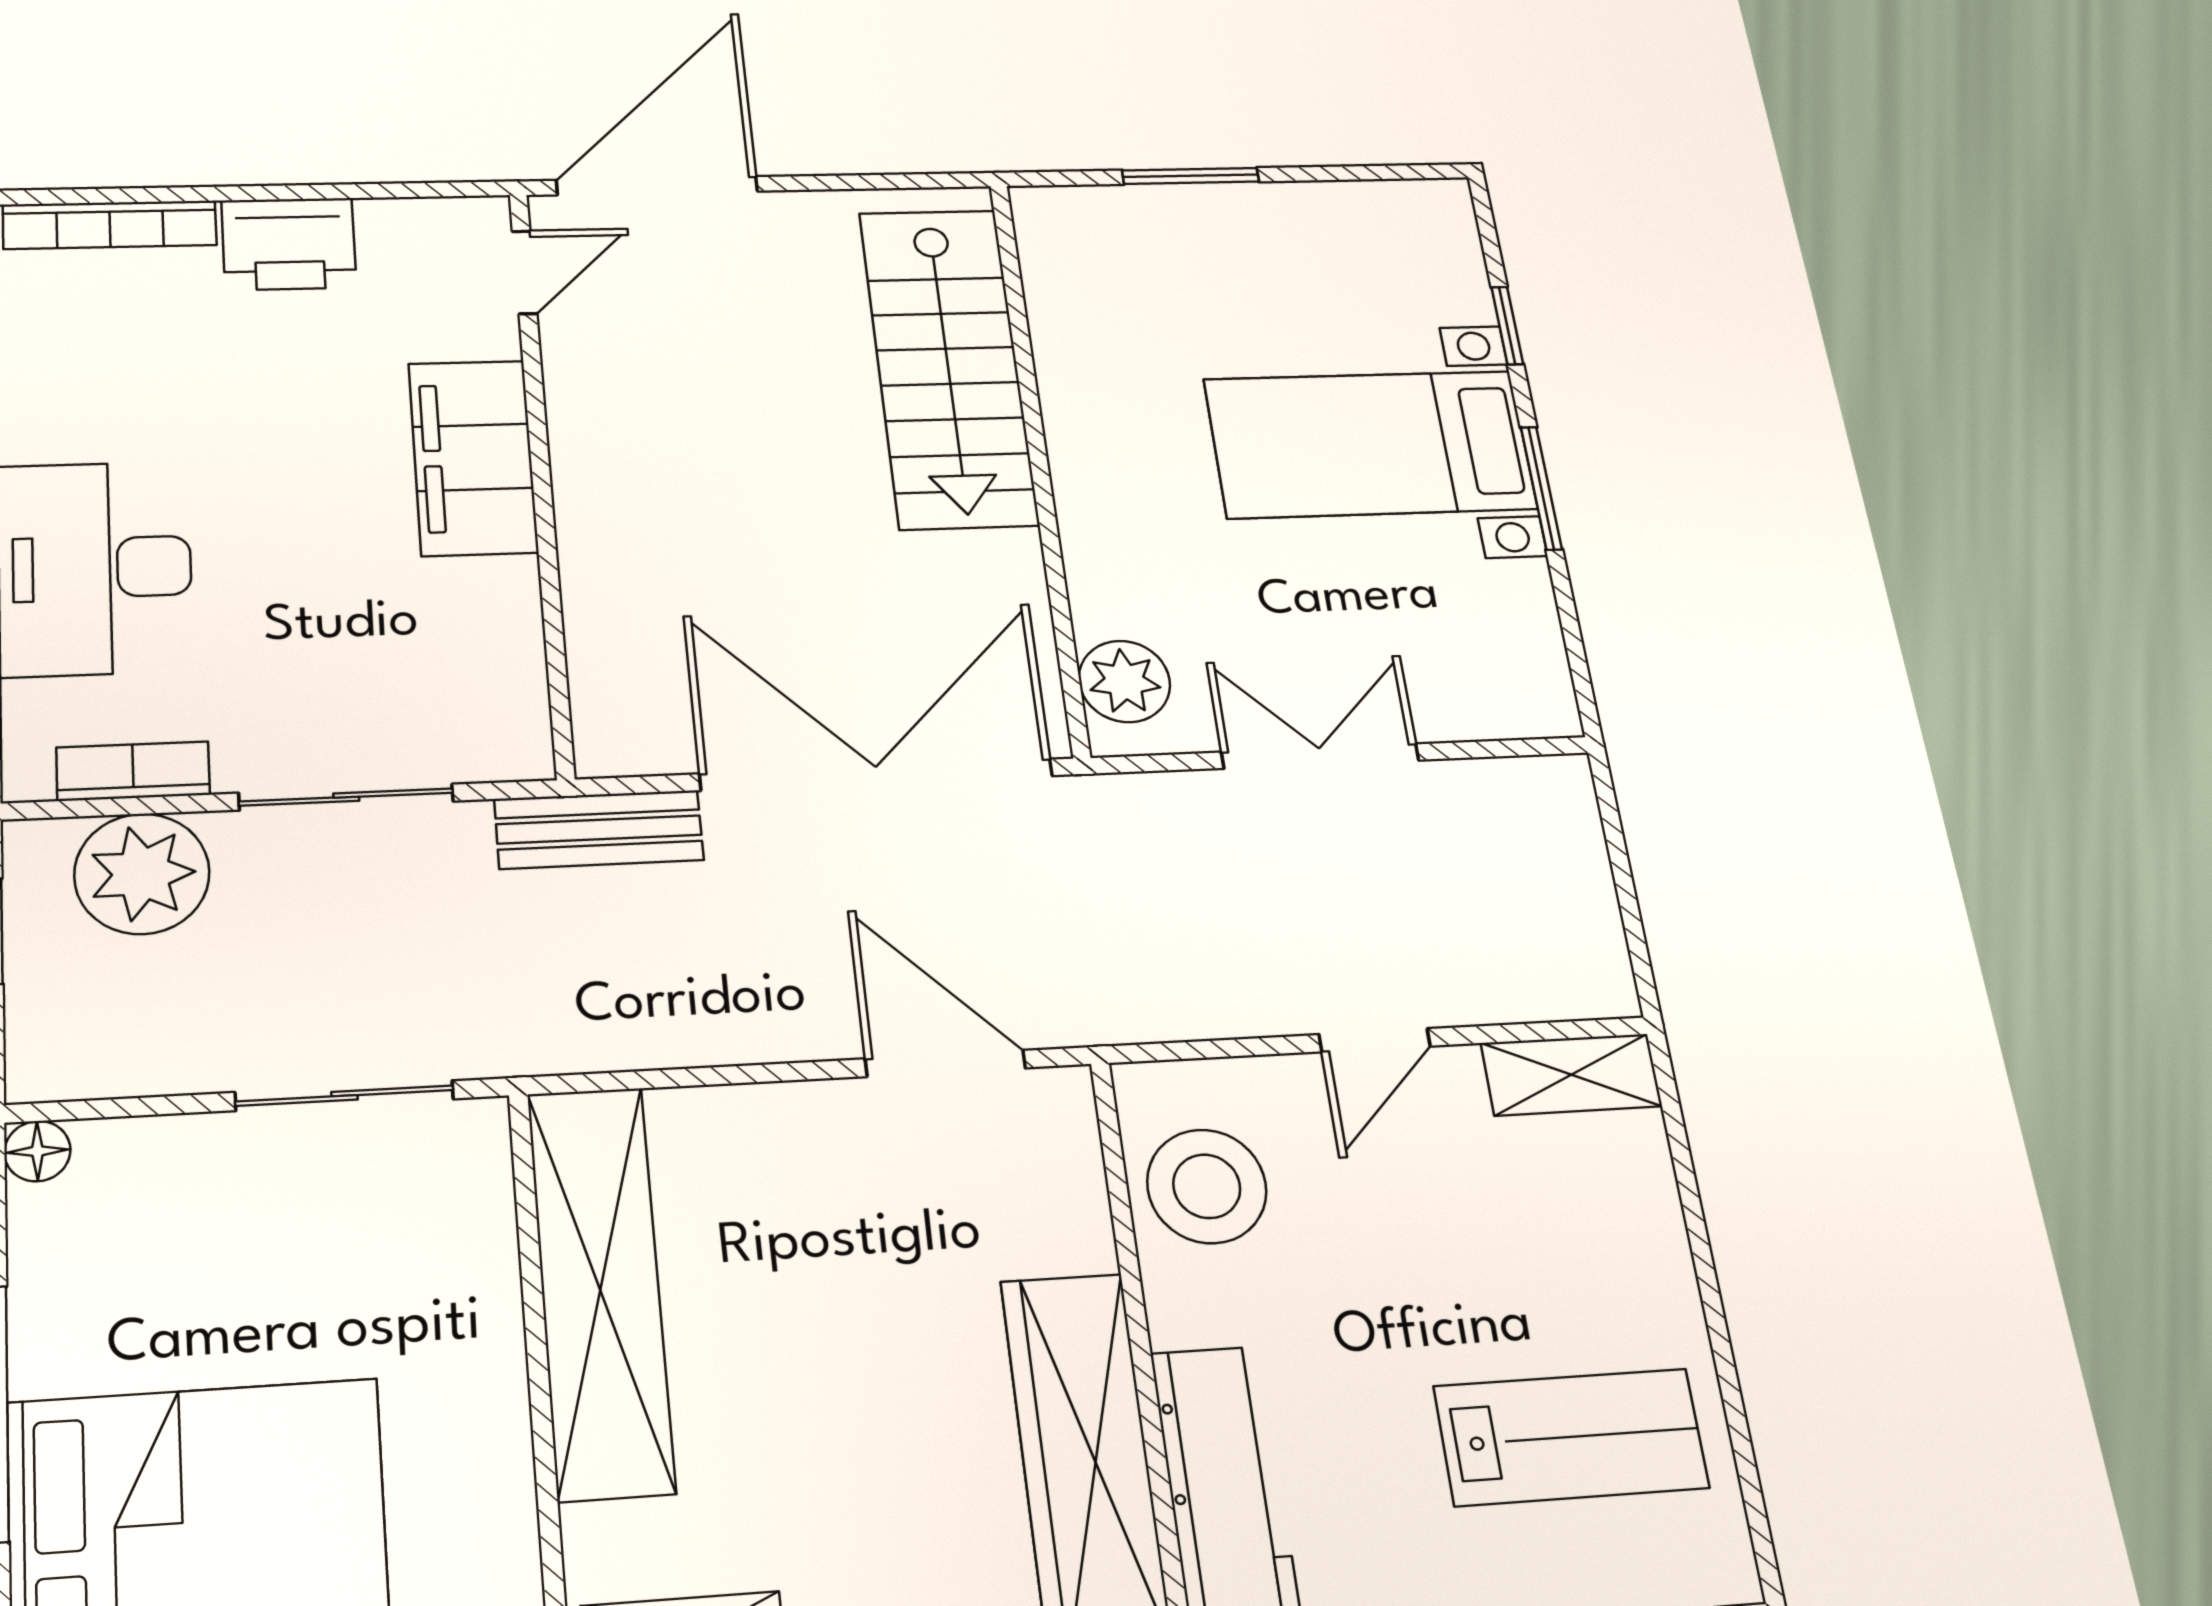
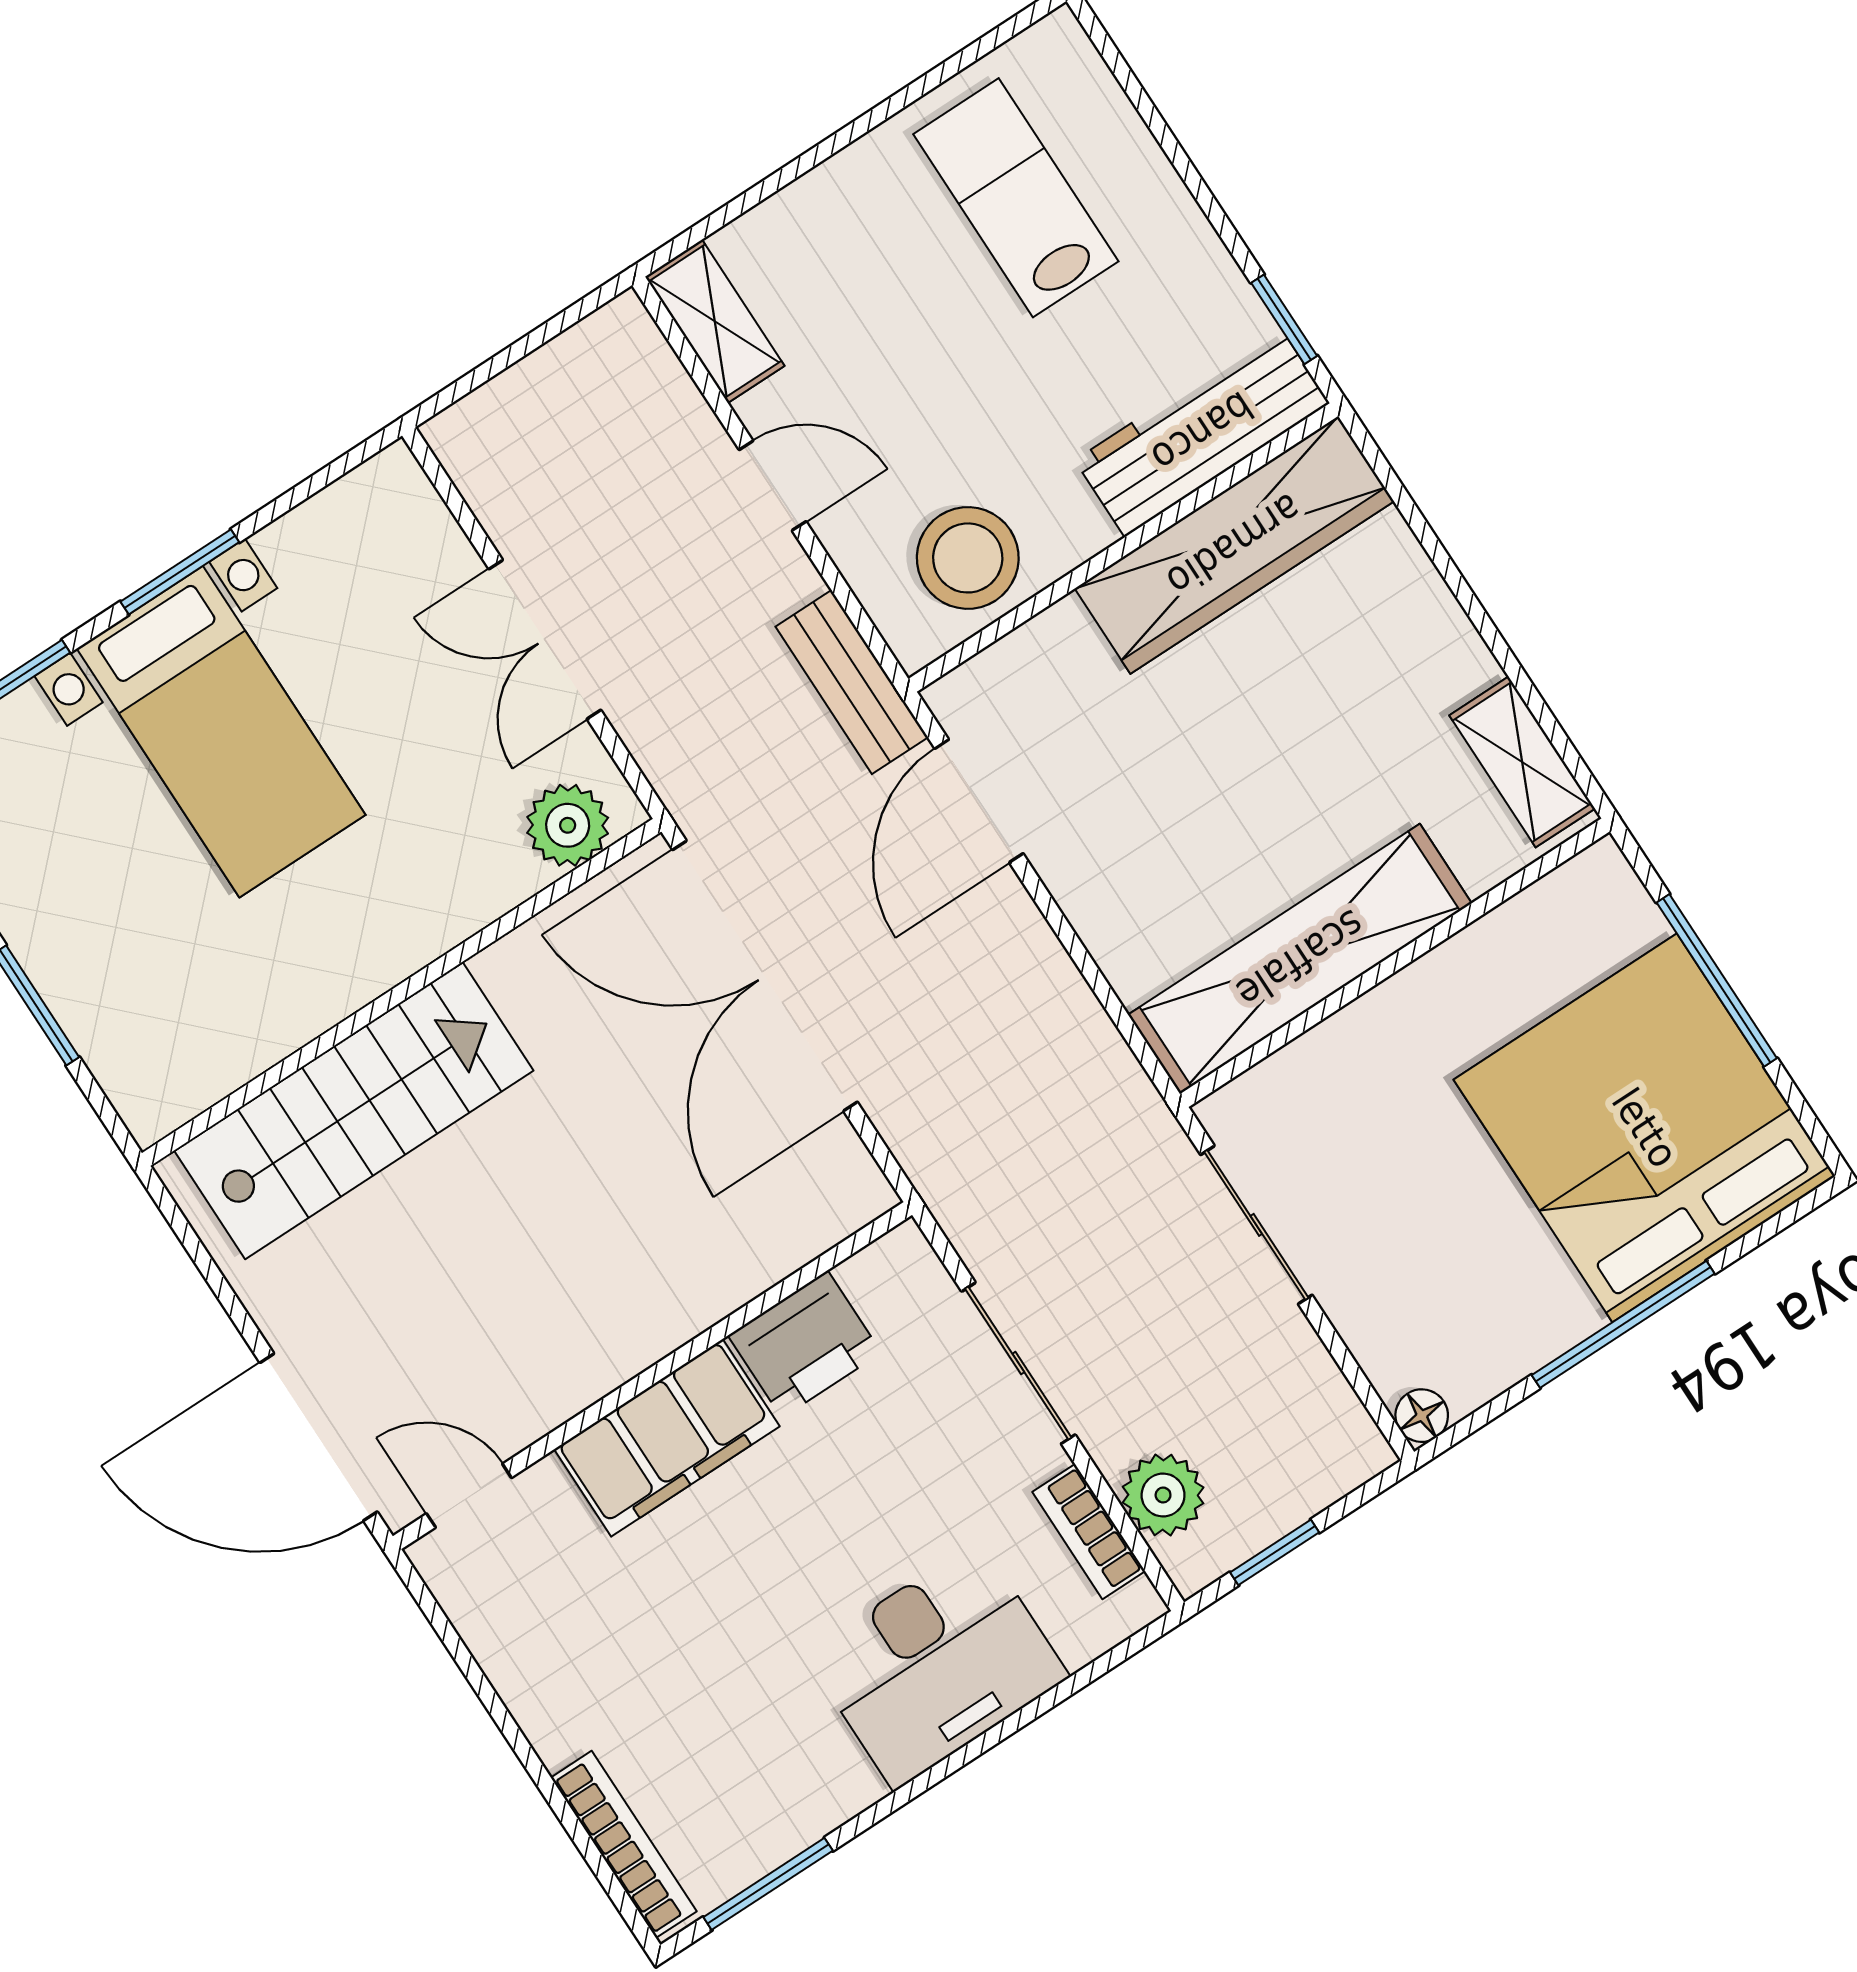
printer: (289, 244) -> (805, 1344), moved, turned 90
bench: (599, 830) -> (852, 682), moved
plant: (142, 874) -> (1163, 1495), width x0.73, depth x0.73

